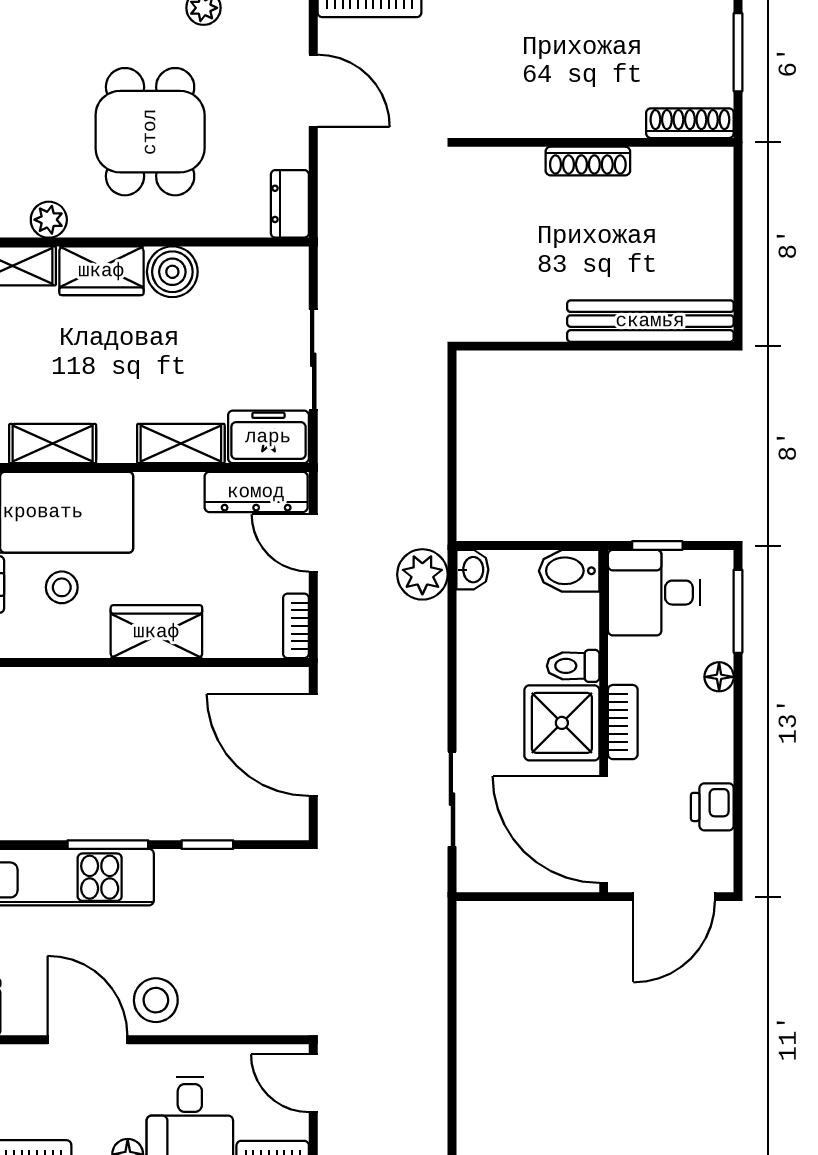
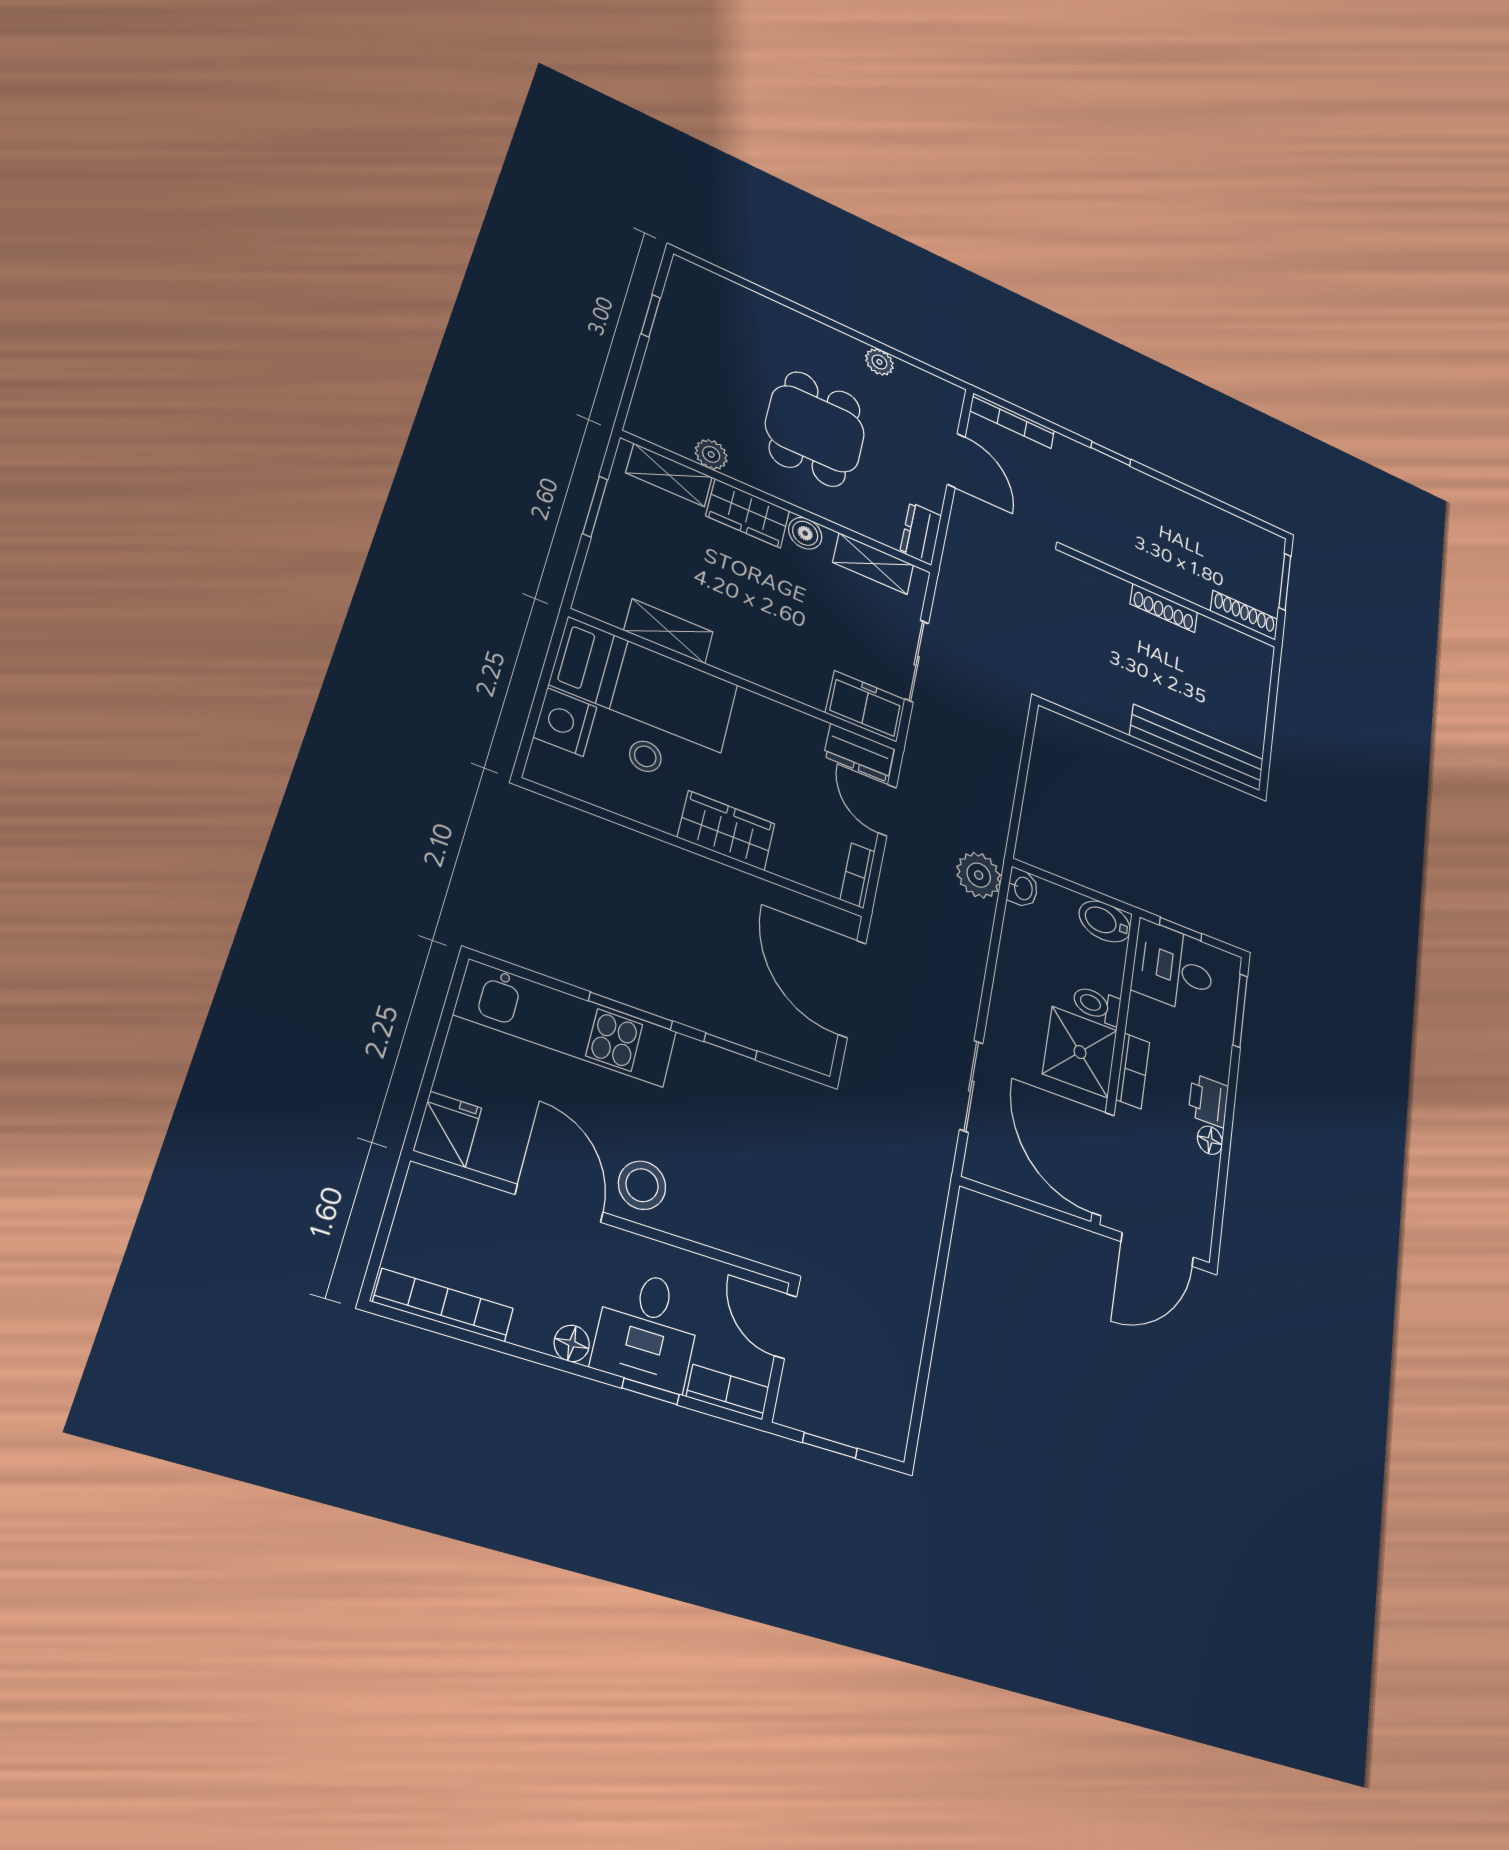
boiler: (172, 272) -> (805, 533), width x0.73, depth x0.73
shelving: (181, 443) -> (873, 564), moved
dresser: (256, 492) -> (859, 753), width x0.70
floor lamp: (719, 677) -> (1210, 1140), moved
printer: (712, 807) -> (1208, 1101), moved

